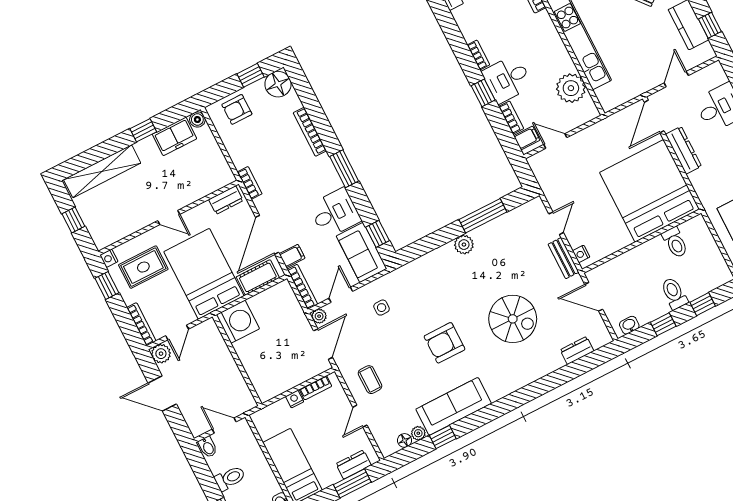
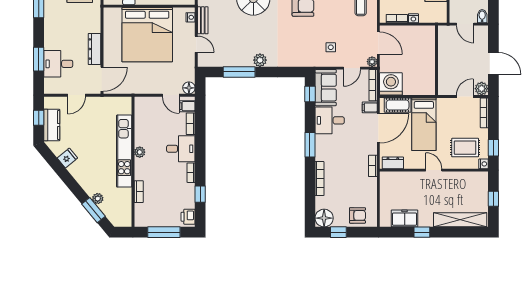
plant: (571, 88) -> (140, 152), moved, width x0.53, depth x0.53
window: (483, 93) -> (200, 194), moved
boiler: (197, 120) -> (385, 222), removed
floor lamp: (537, 162) -> (189, 88), added
bed: (649, 191) -> (147, 35), moved
door: (556, 223) -> (196, 44), swing flipped
bed: (204, 274) -> (424, 124), width x0.67
washing machine: (238, 322) -> (391, 84), moved, turned 90
door: (323, 344) -> (378, 43), swing flipped

